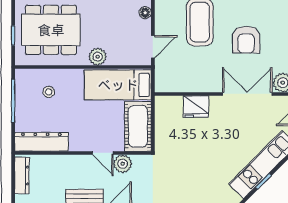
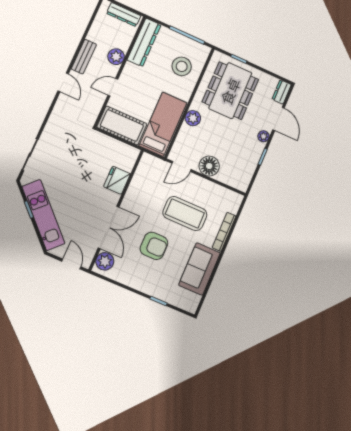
floor lamp: (145, 13) -> (209, 166), width x1.89, depth x1.89
armchair: (246, 40) -> (154, 246), turned 180
door: (153, 47) -> (181, 166), hinge flipped
stool: (49, 92) -> (182, 66), width x1.89, depth x1.89
plant: (123, 164) -> (116, 57), moved

